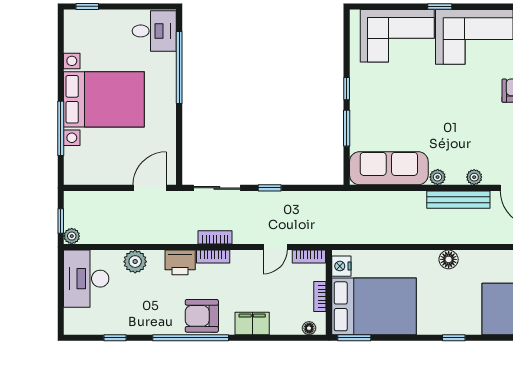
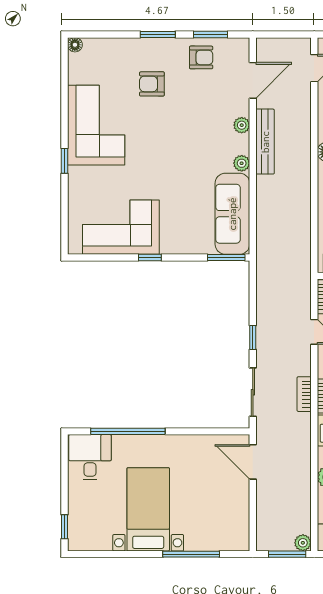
corner sofa: (397, 36) -> (121, 227), moved, turned -90
bed with nightstands: (104, 99) -> (148, 509), width x0.73
window: (347, 128) -> (226, 257), moved
window: (61, 221) -> (287, 554), width x1.50

